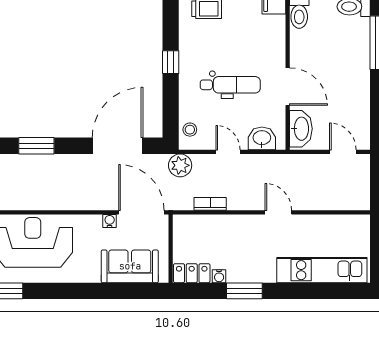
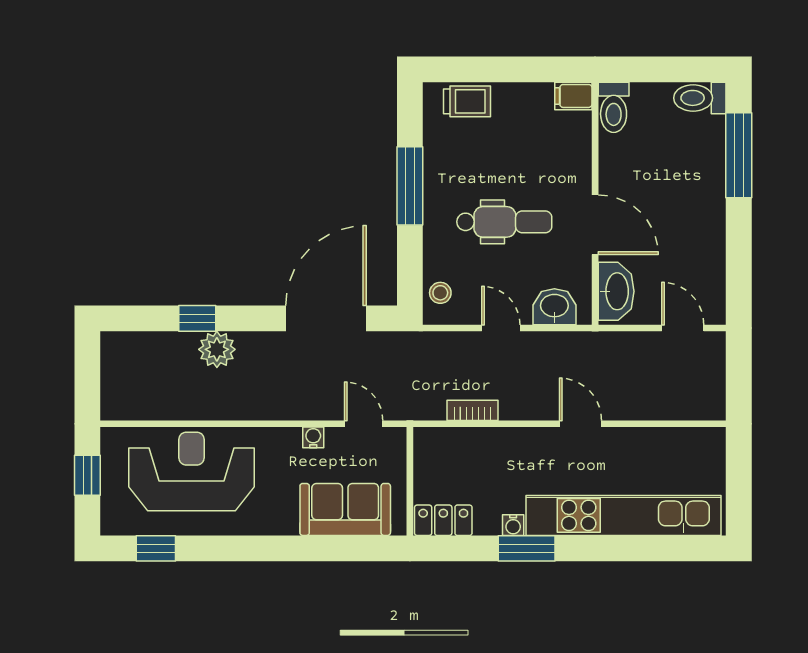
window: (171, 62) -> (410, 186), width x2.17
window: (36, 146) -> (197, 318), width x0.67
plant: (180, 165) -> (217, 349), moved
door: (141, 212) -> (364, 424), width x0.53
kitchen unit: (322, 270) -> (624, 515), width x1.36
water cooler: (219, 276) -> (513, 525), moved

